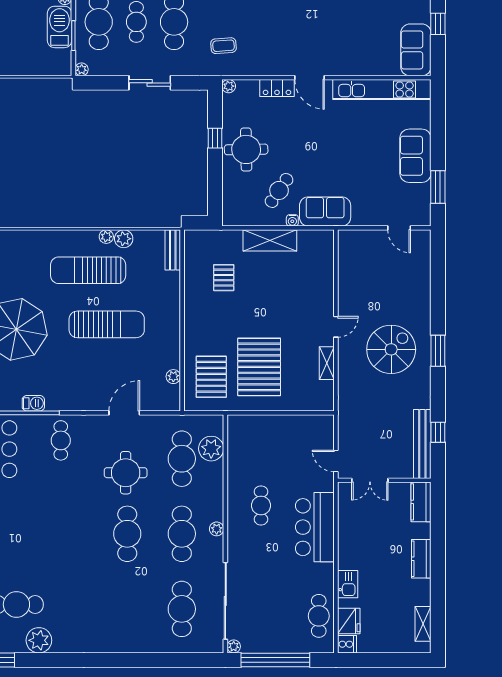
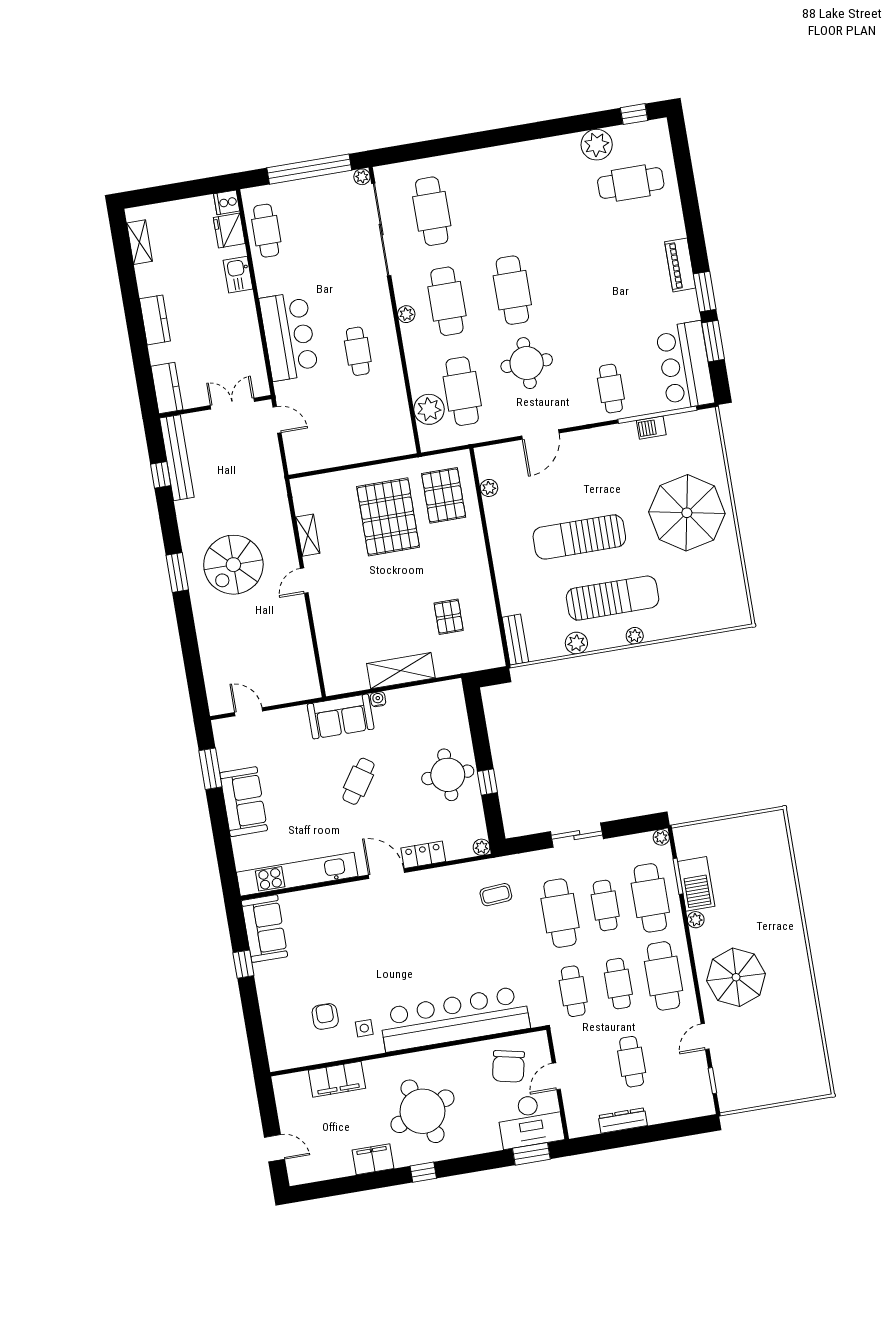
cafe table: (279, 190) -> (358, 781), moved
plant: (106, 237) -> (635, 636), moved

